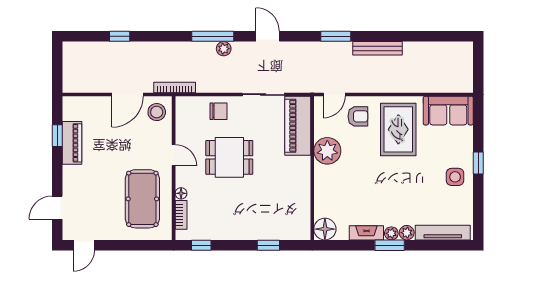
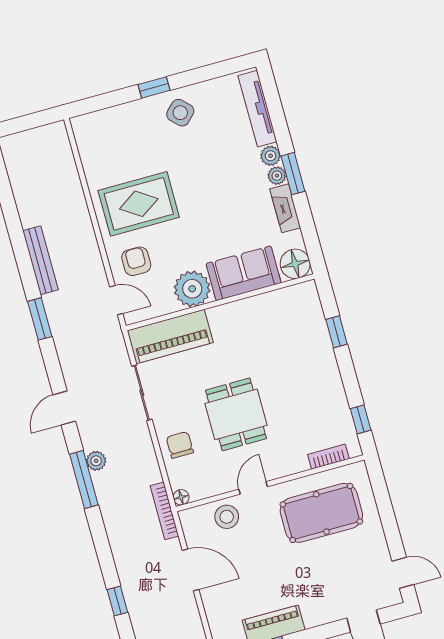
sofa: (448, 111) -> (244, 273), moved, turned -90
stool: (157, 112) -> (227, 517), moved
side table: (455, 177) -> (180, 113), turned 45
floor lamp: (181, 193) -> (181, 497), moved

